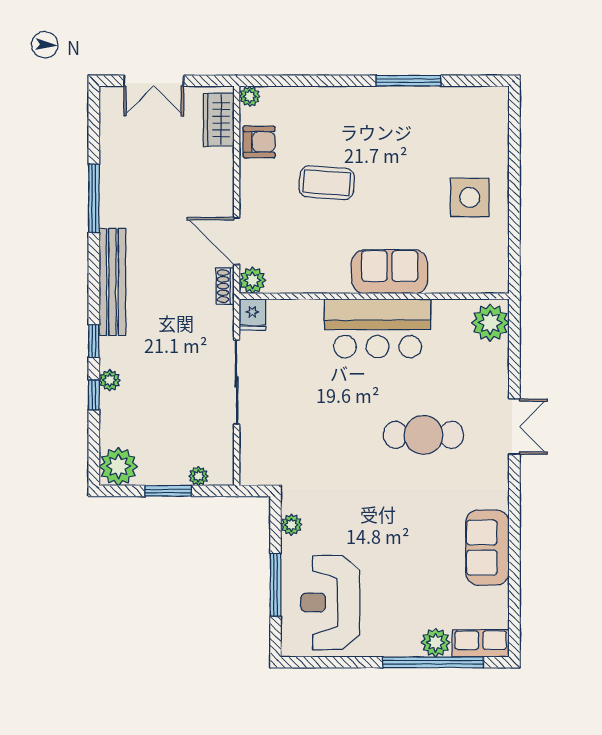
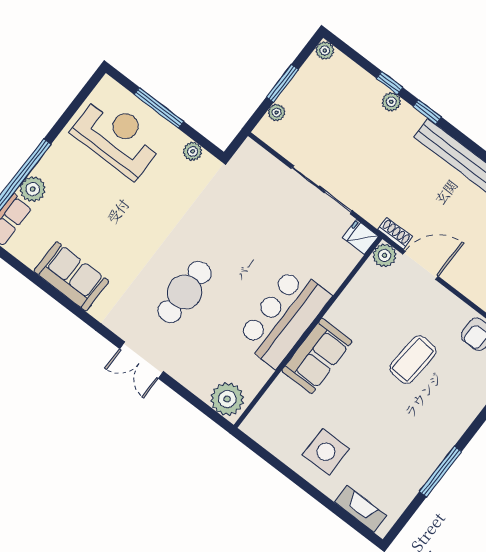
fireplace: (497, 127) -> (360, 509), added
plant: (118, 466) -> (325, 50), width x0.53, depth x0.53

